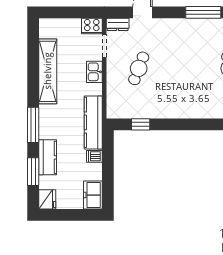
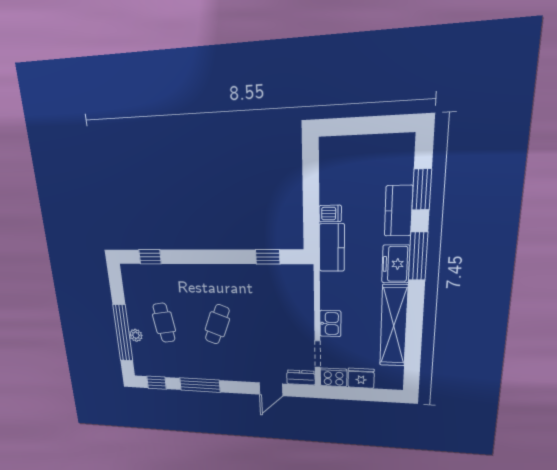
cafe table: (139, 68) -> (217, 324), moved
kitchen counter: (93, 122) -> (332, 248), width x0.67
freezer: (93, 195) -> (396, 264), moved, turned 180
fridge: (47, 199) -> (361, 378), moved, turned 90

